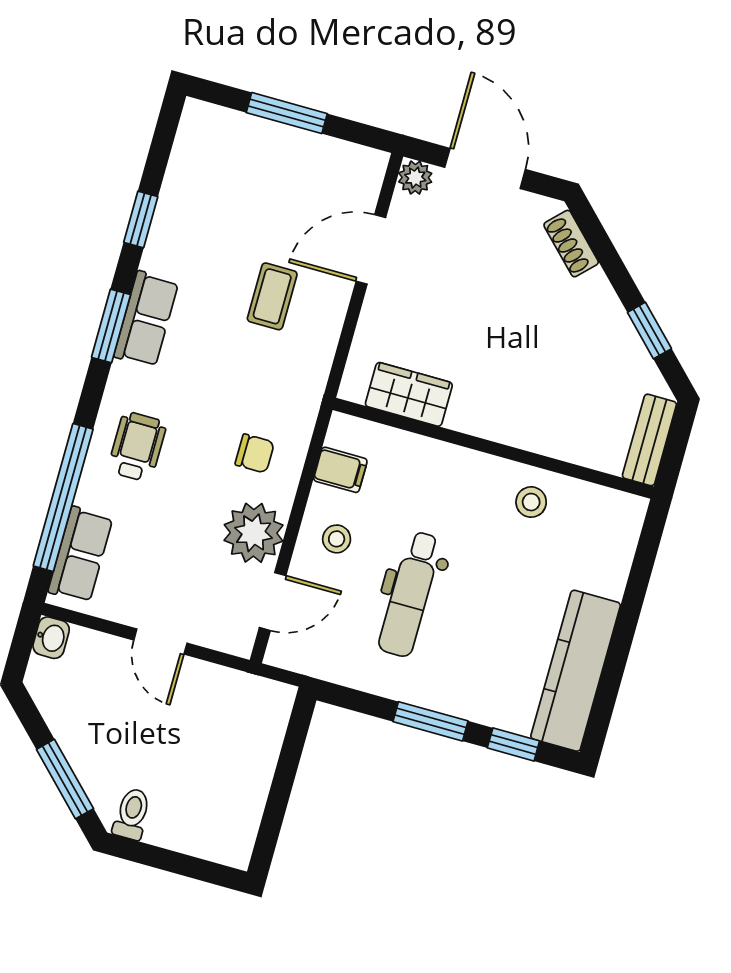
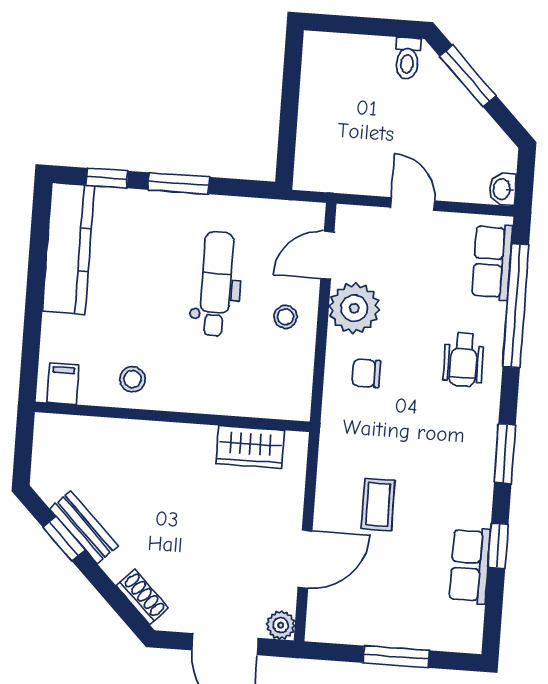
row of seats: (146, 319) -> (470, 566), moved
bench: (649, 440) -> (84, 527), moved, turned -45
filing cabinet: (340, 470) -> (63, 384), moved, turned 90

